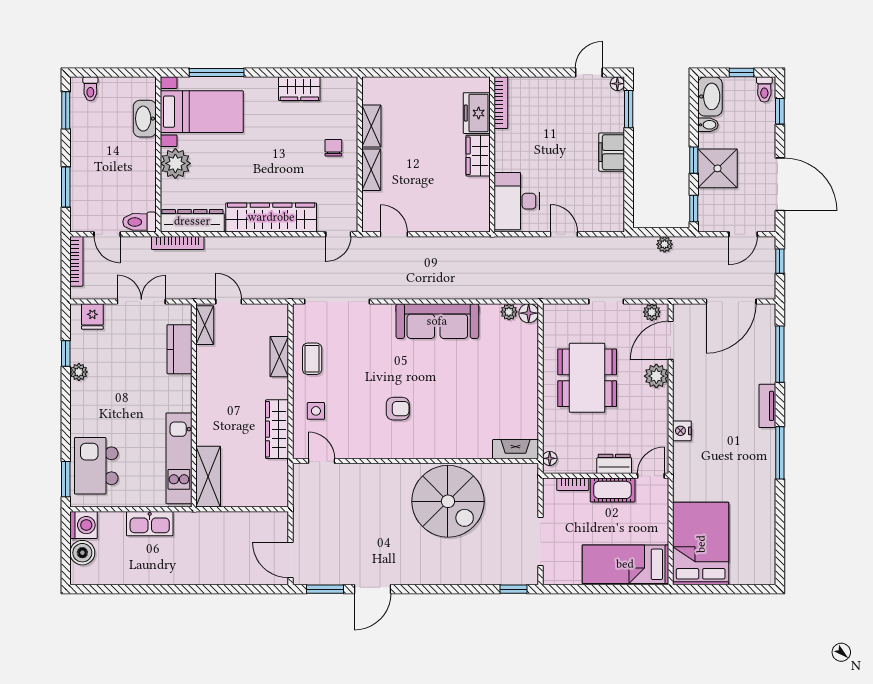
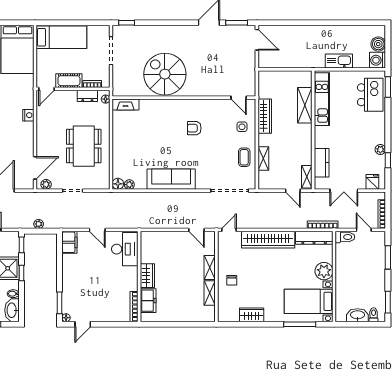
washbasin: (145, 119) -> (357, 315), moved, turned -90
filing cabinet: (612, 152) -> (69, 242), moved
plant: (656, 376) -> (43, 147), removed
dresser: (614, 464) -> (87, 96), moved
shelving: (208, 477) -> (305, 105), moved

